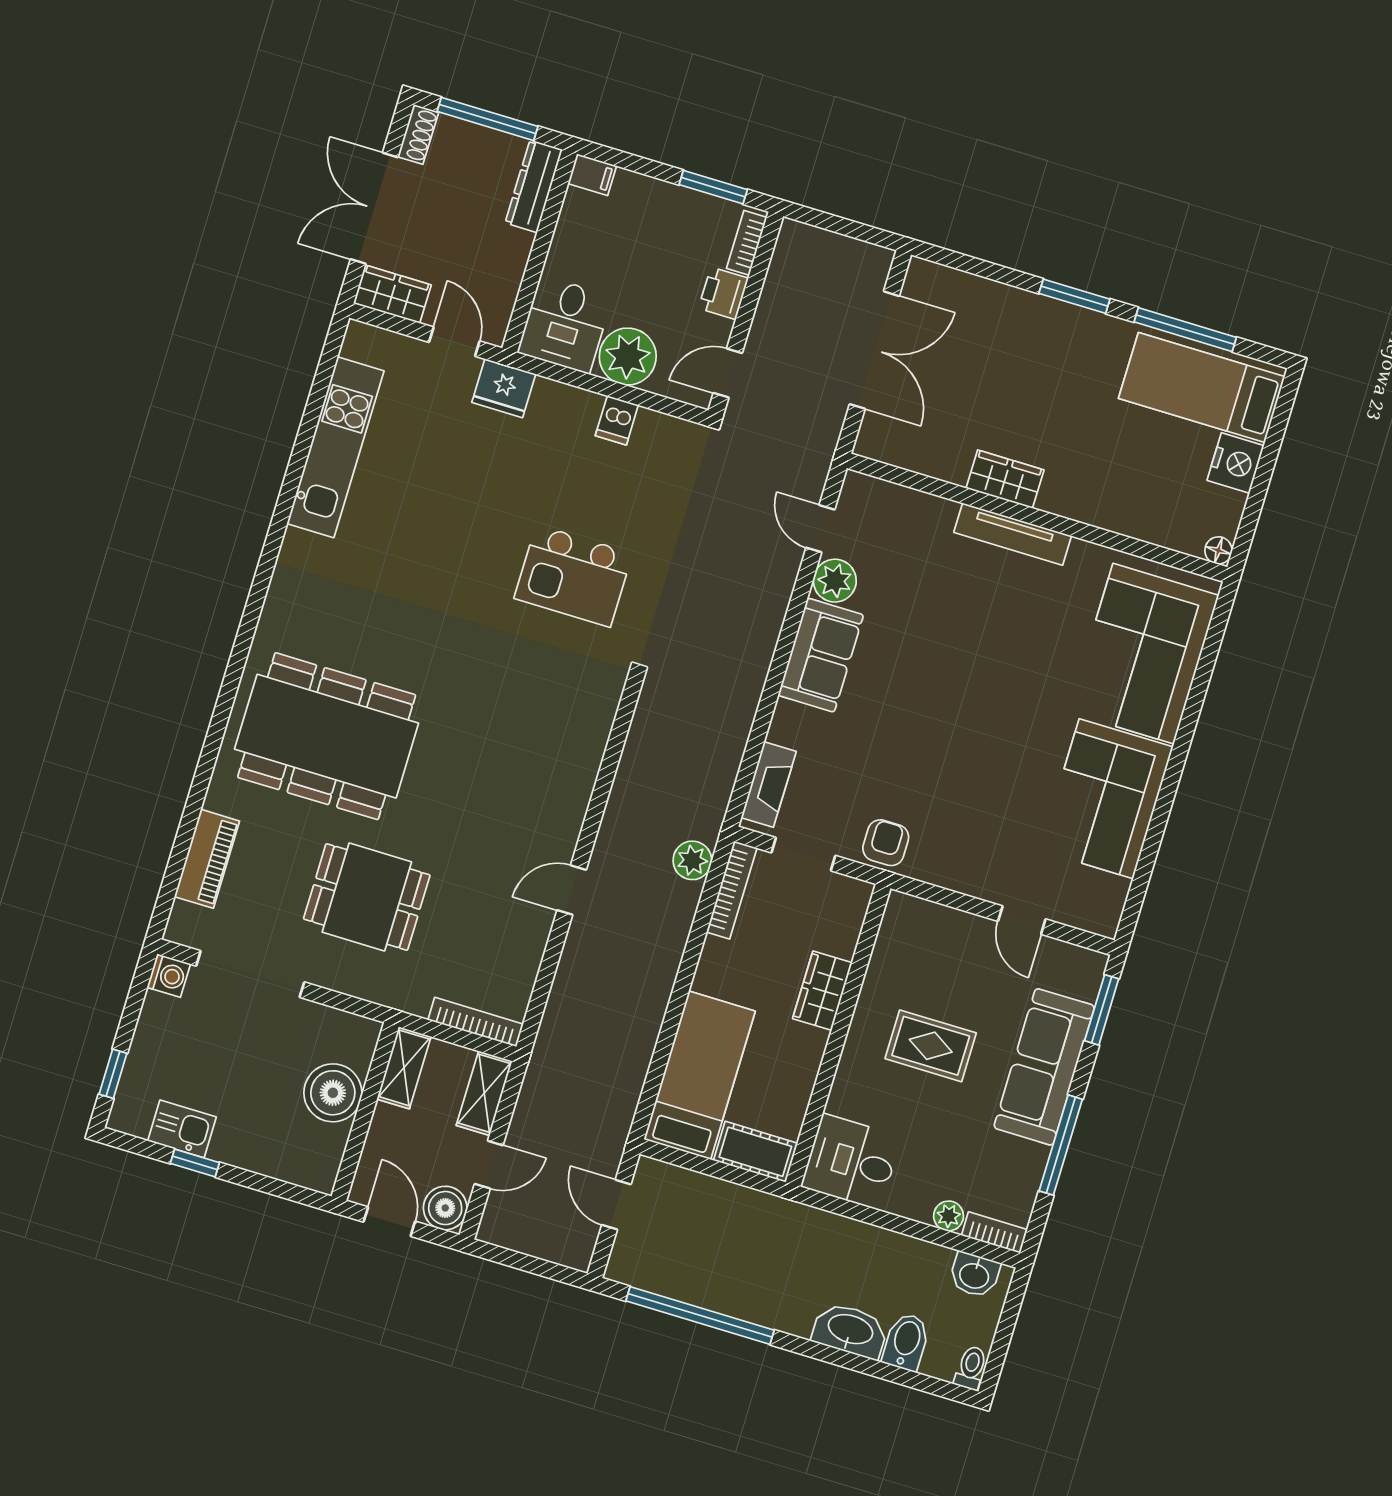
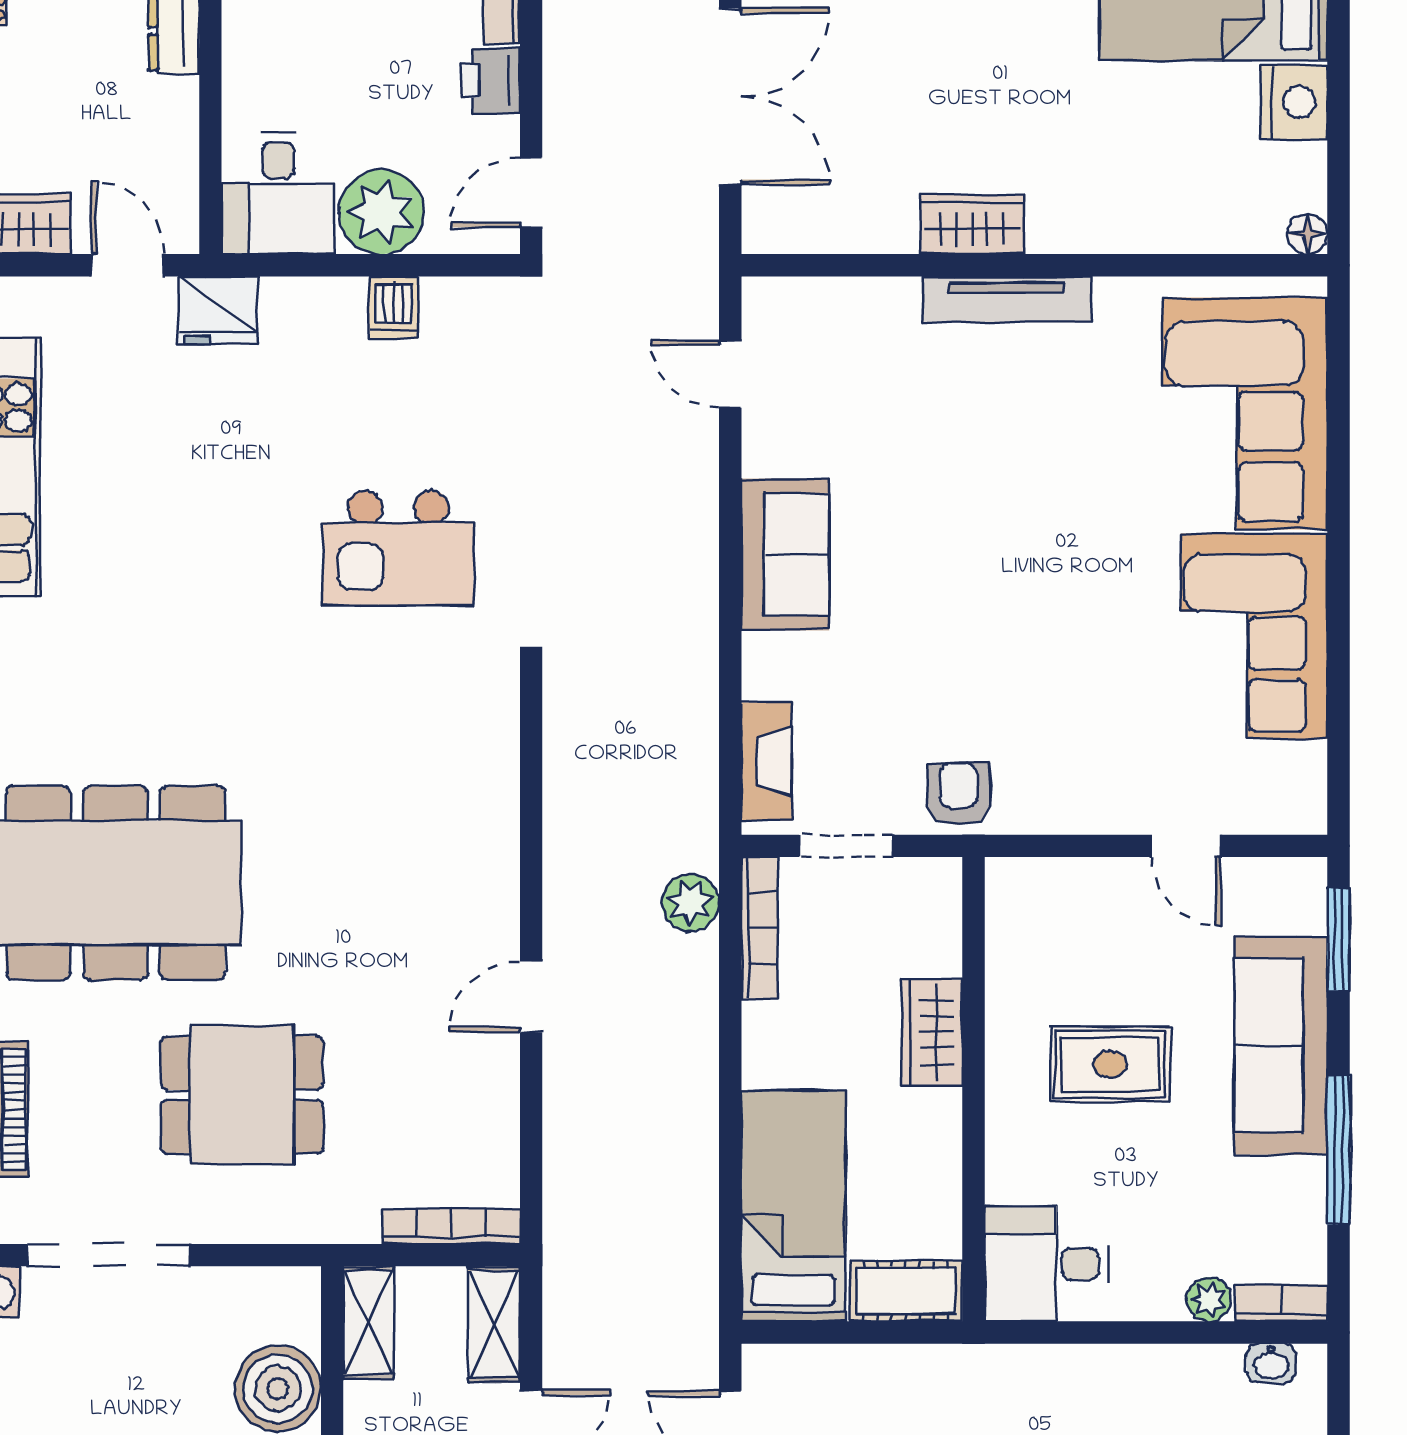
plant: (835, 581) -> (773, 442), removed
washbasin: (974, 1275) -> (1271, 1363), width x0.72, depth x0.69

